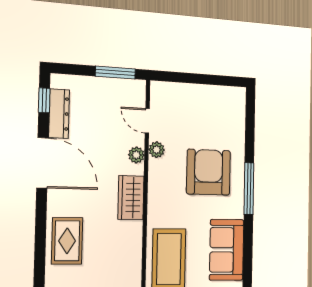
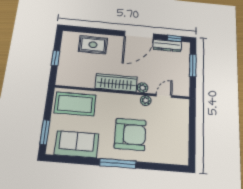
window: (115, 73) -> (193, 65), moved
wardrobe: (131, 198) -> (116, 83), width x1.50

